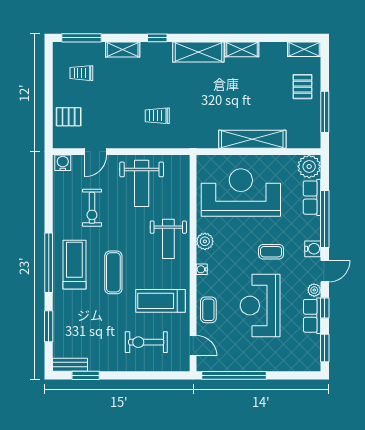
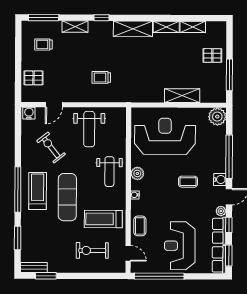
shelving: (304, 49) -> (193, 27), moved
pallet: (302, 87) -> (212, 55), turned 90
shelving: (252, 139) -> (182, 96), width x0.68
row of seats: (312, 198) -> (219, 259), moved
exercise bike: (92, 208) -> (51, 148), turned 142
exercise mat: (113, 272) -> (67, 197), width x1.36, depth x1.45
reception desk: (260, 306) -> (180, 246), moved

